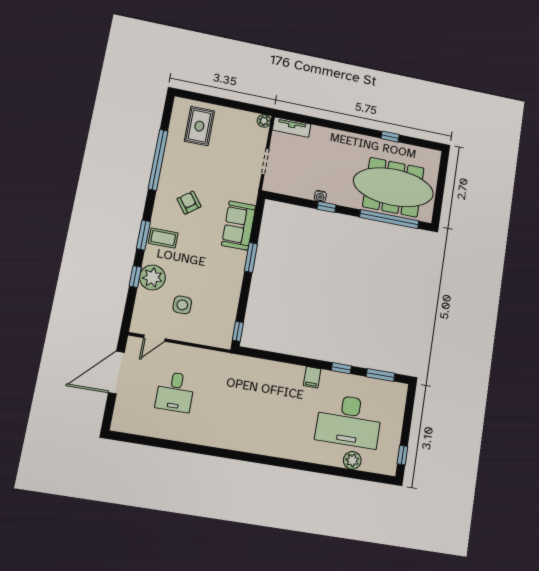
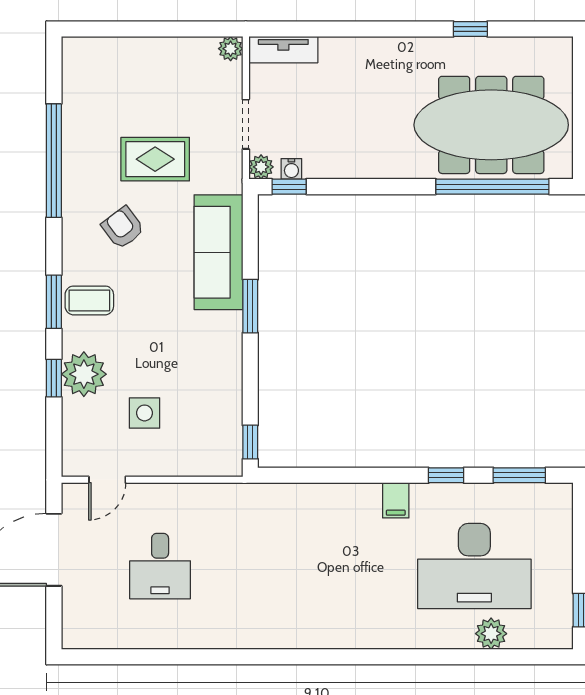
rug: (199, 126) -> (155, 159), moved, turned 90
plant: (269, 185) -> (261, 167), added
water cooler: (320, 196) -> (291, 169), moved
window: (327, 207) -> (289, 187), moved
sofa: (239, 226) -> (218, 252), width x1.36

